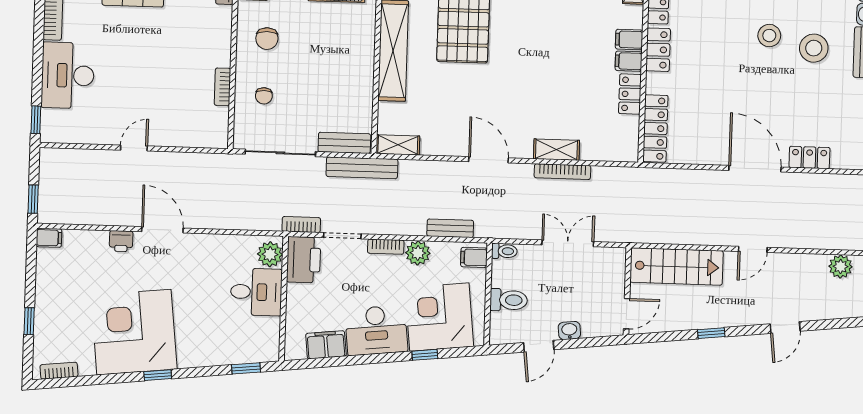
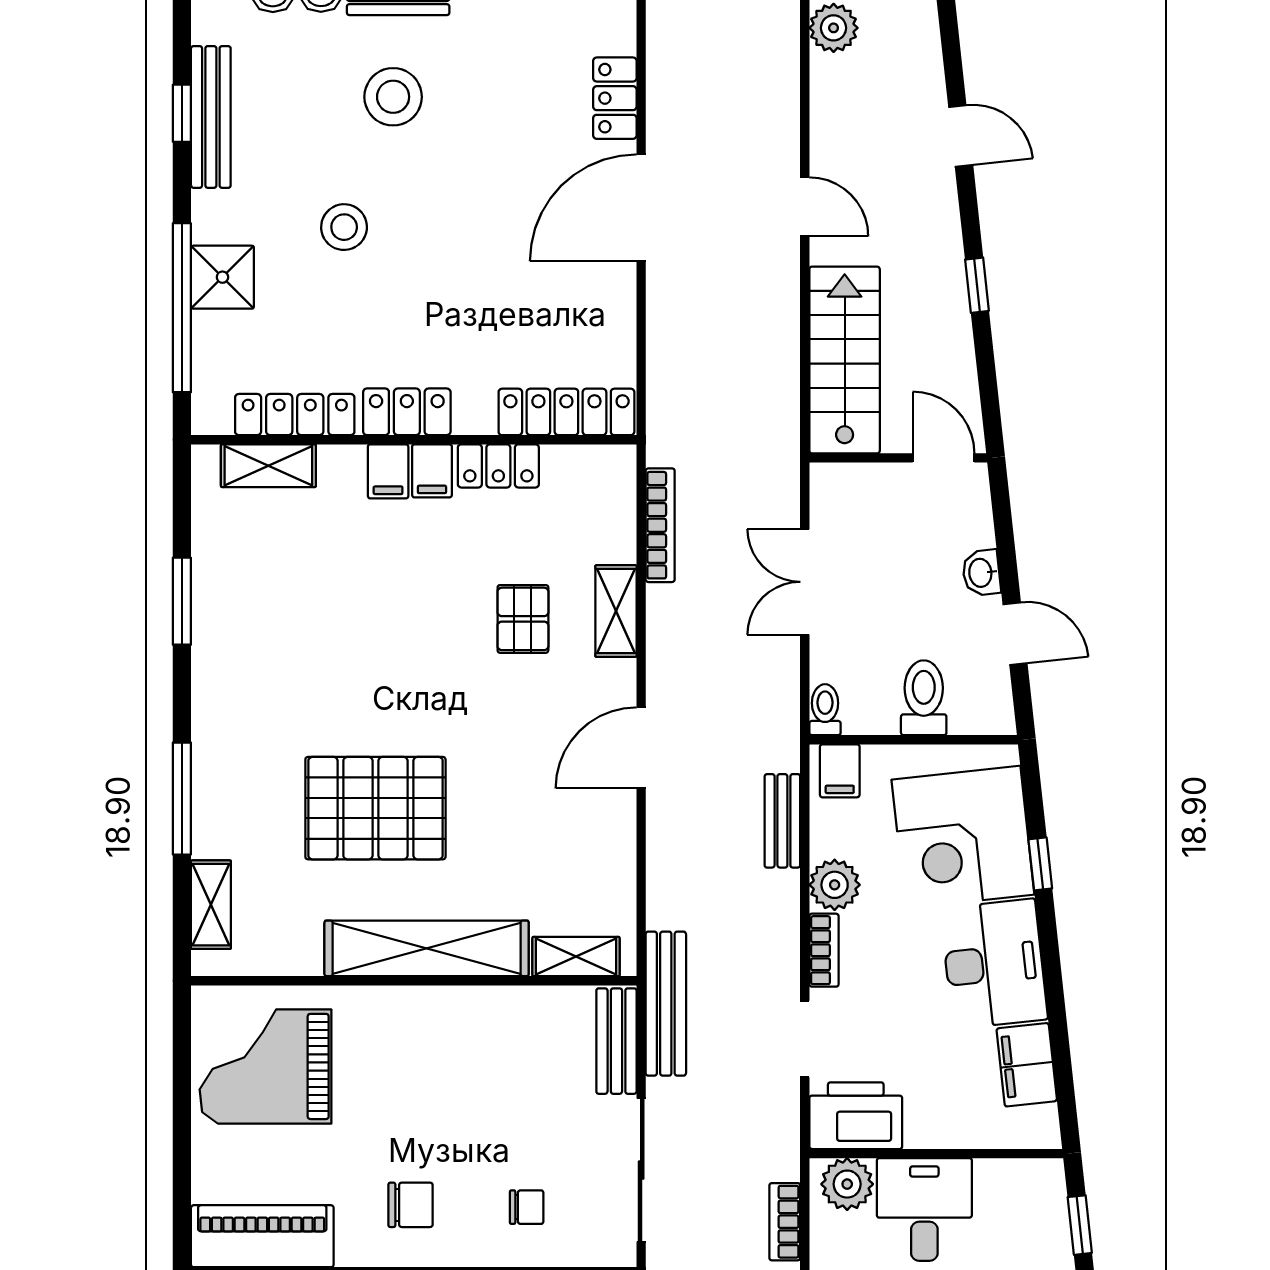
stool: (769, 36) -> (344, 227), moved
pallet: (554, 104) -> (523, 619), added
shelving: (398, 145) -> (576, 957), moved, turned 90
bookcase: (562, 172) -> (660, 525), moved
bookcase: (301, 225) -> (785, 1222), moved

